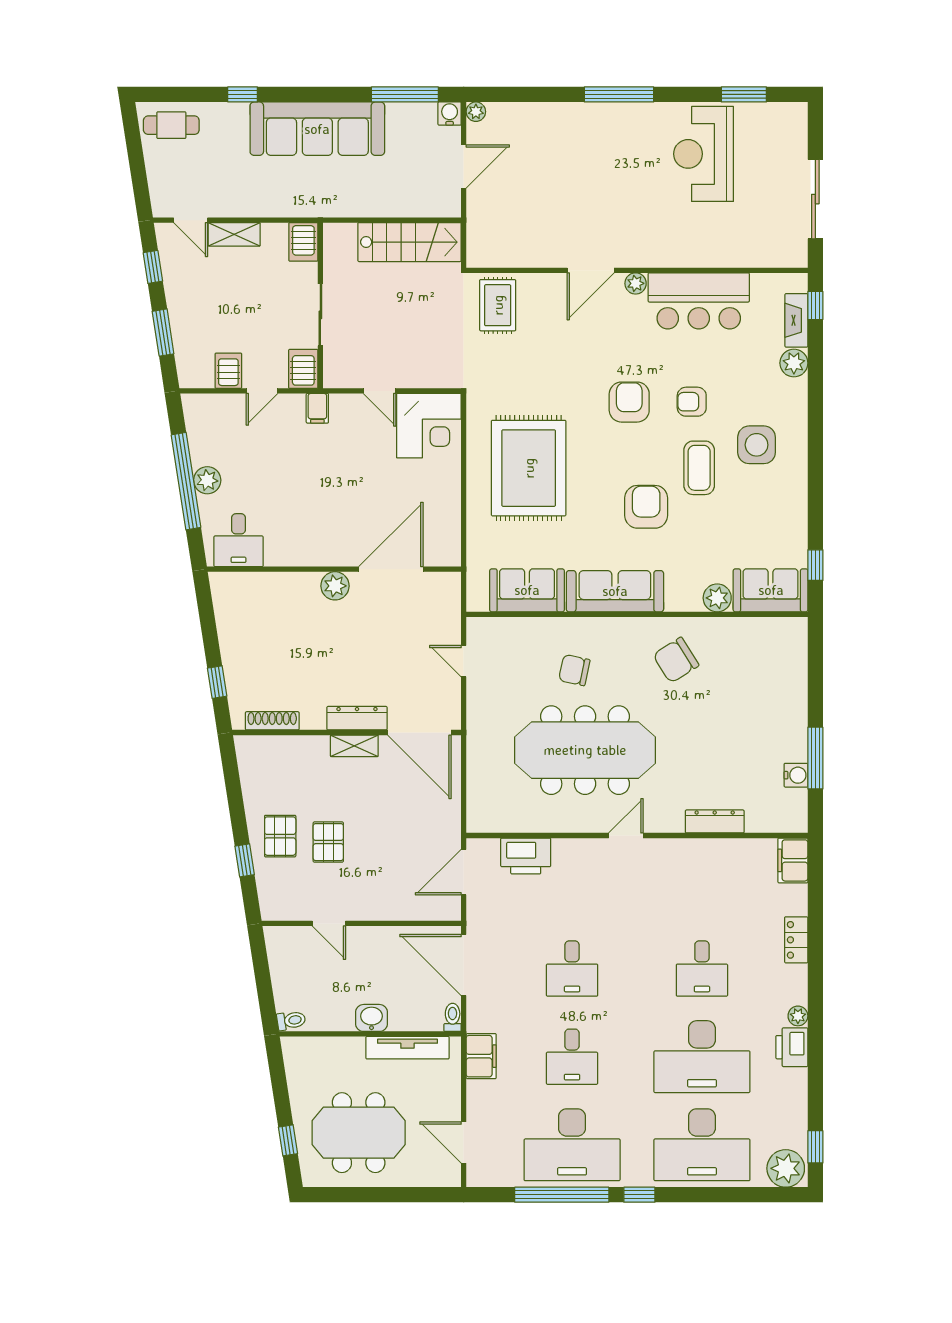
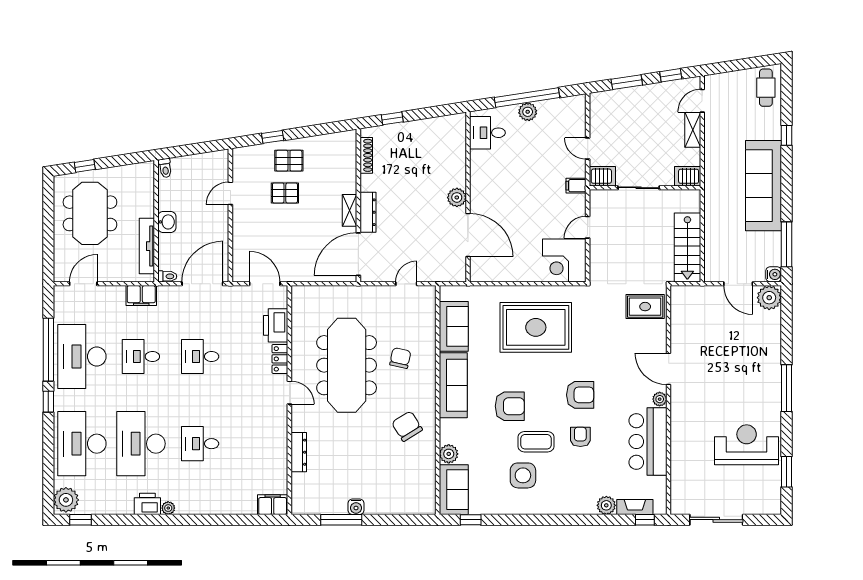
plant: (476, 112) -> (769, 298), width x1.88, depth x1.88
server rack: (228, 371) -> (601, 126), removed
side table: (757, 445) -> (523, 475), moved
water cooler: (796, 775) -> (356, 507), moved
locker: (796, 940) -> (280, 359), moved, turned -90

